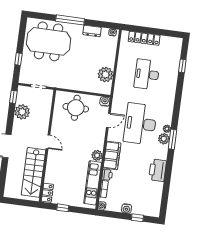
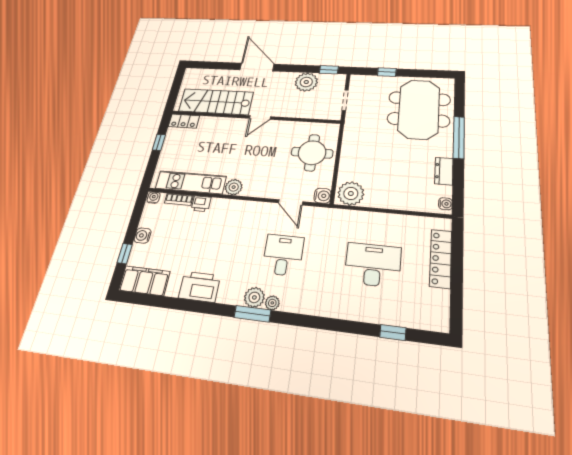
plant: (105, 75) -> (351, 193), moved
desk: (140, 124) -> (283, 255), width x0.53, depth x0.77
filing cabinet: (112, 155) -> (144, 281), moved, turned 180

